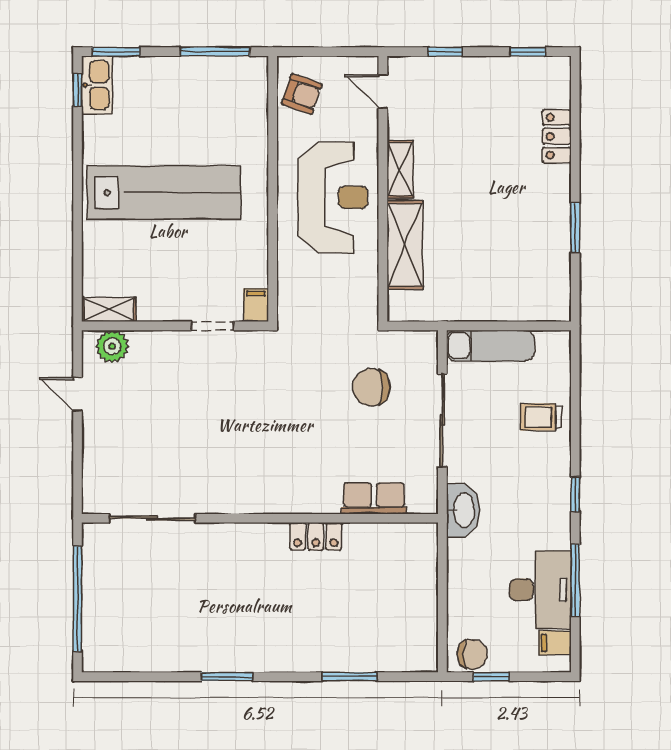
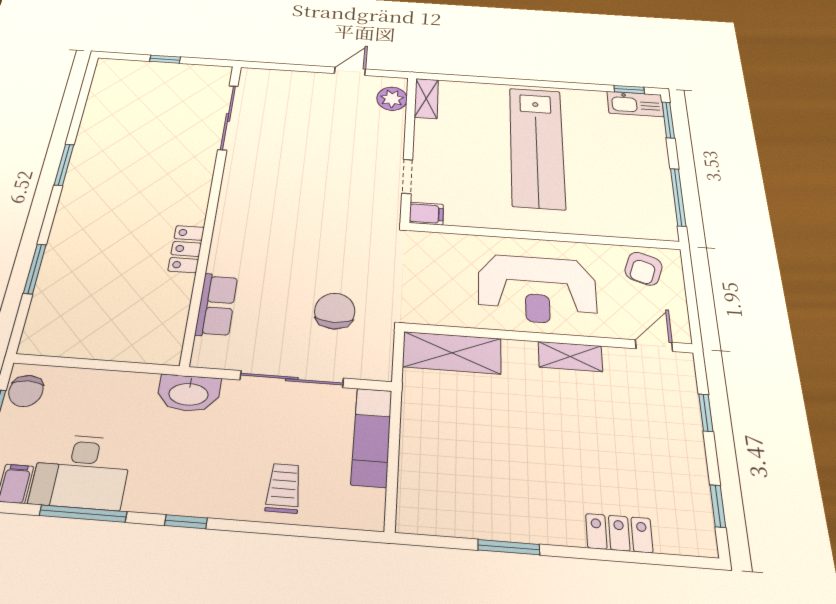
shelving: (405, 245) -> (452, 353), moved
window: (77, 599) -> (165, 59), width x0.32

